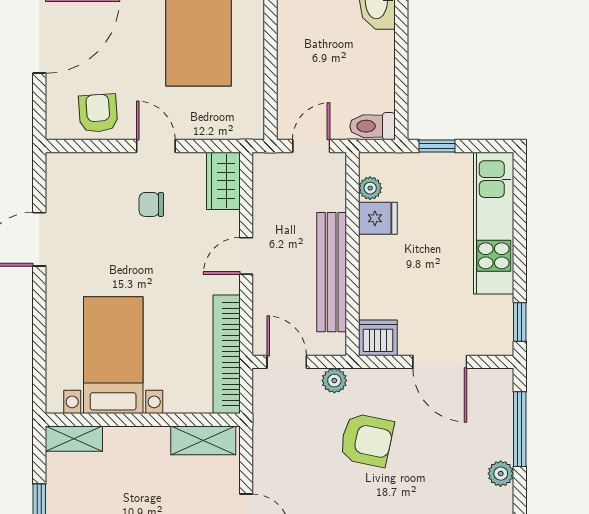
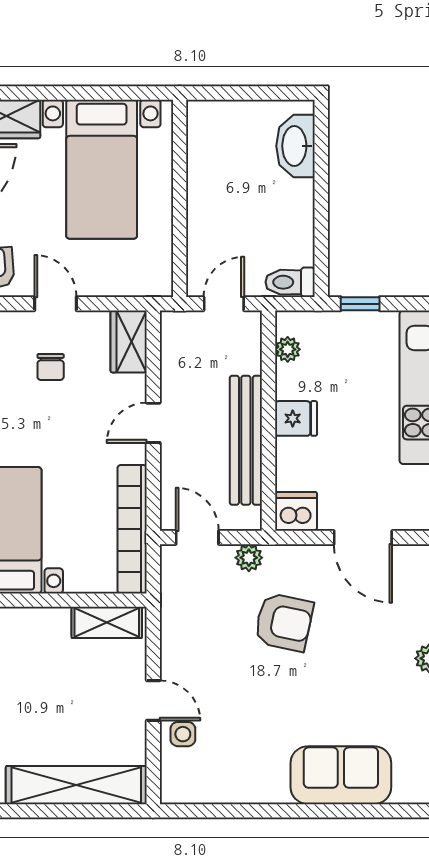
chair: (151, 204) -> (51, 367), turned -90
fridge: (378, 218) -> (296, 418), moved

